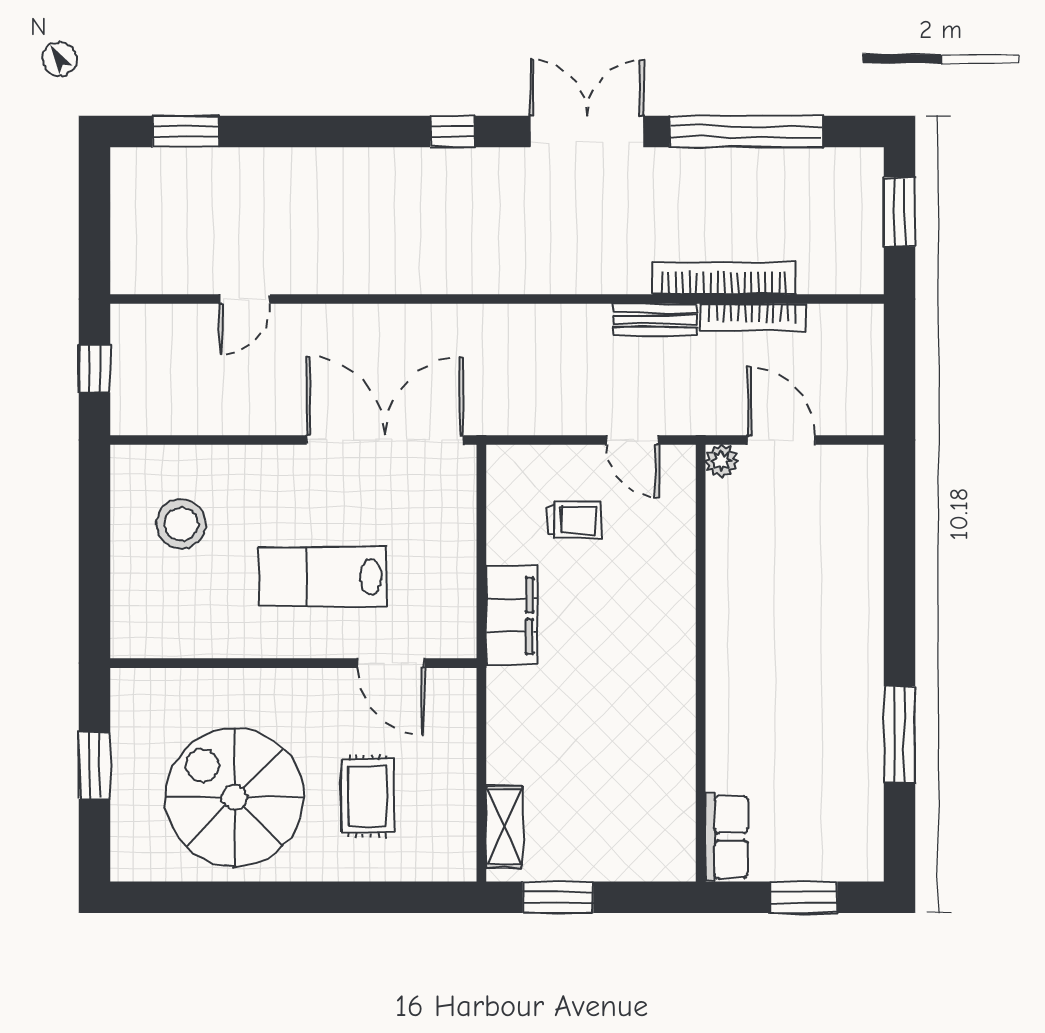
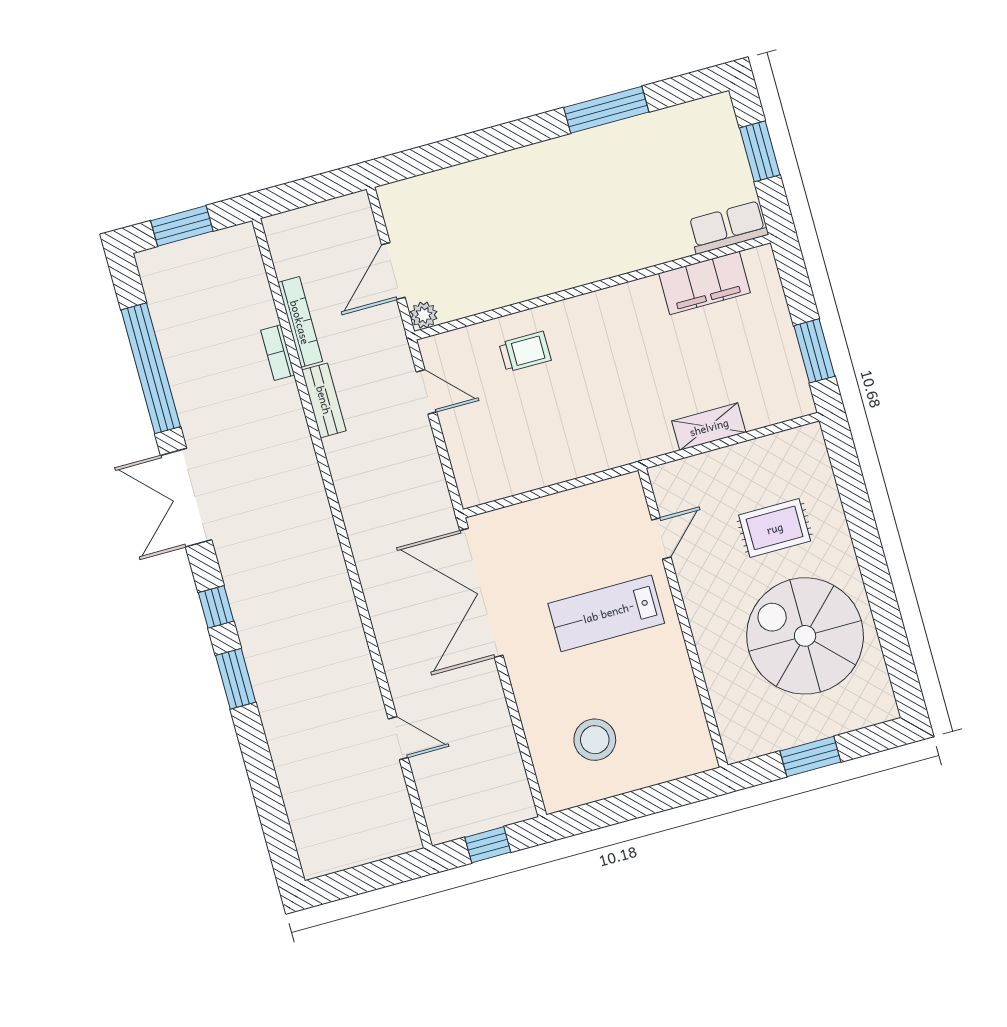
window: (186, 132) -> (236, 679), moved
bookcase: (724, 278) -> (278, 353), width x0.43, depth x0.76
door: (633, 440) -> (426, 392), hinge flipped
trolley: (574, 520) -> (525, 352), moved, turned 90
lab bench: (322, 577) -> (606, 613), turned 90
filing cabinet: (512, 616) -> (705, 283), moved, turned 180
door: (391, 663) -> (661, 539), width x0.73
spiral stairs: (234, 797) -> (805, 636), turned 90
shelving: (504, 827) -> (709, 427), moved

